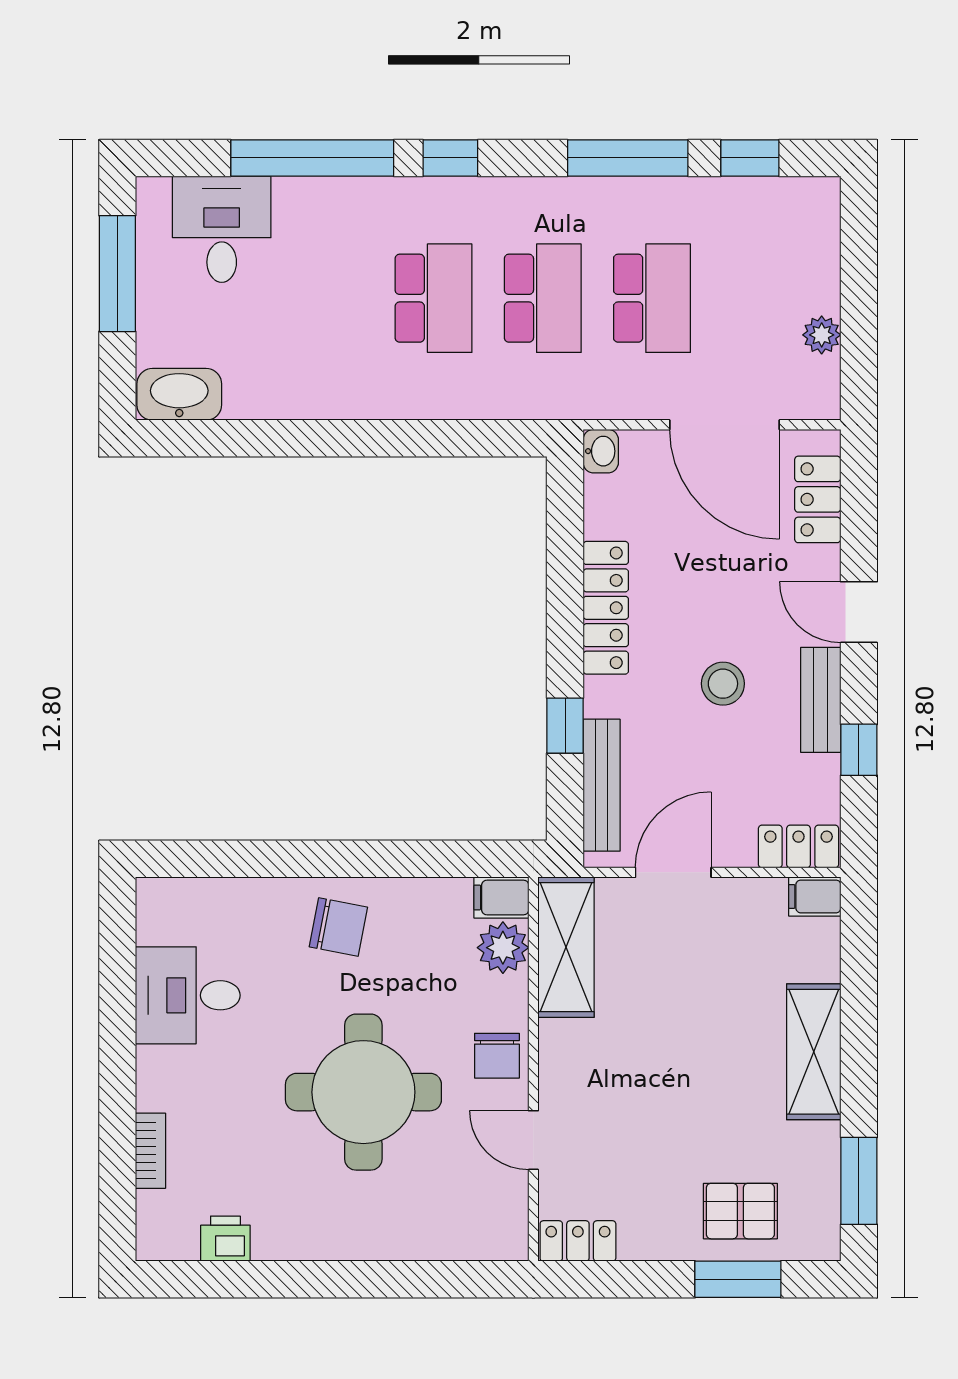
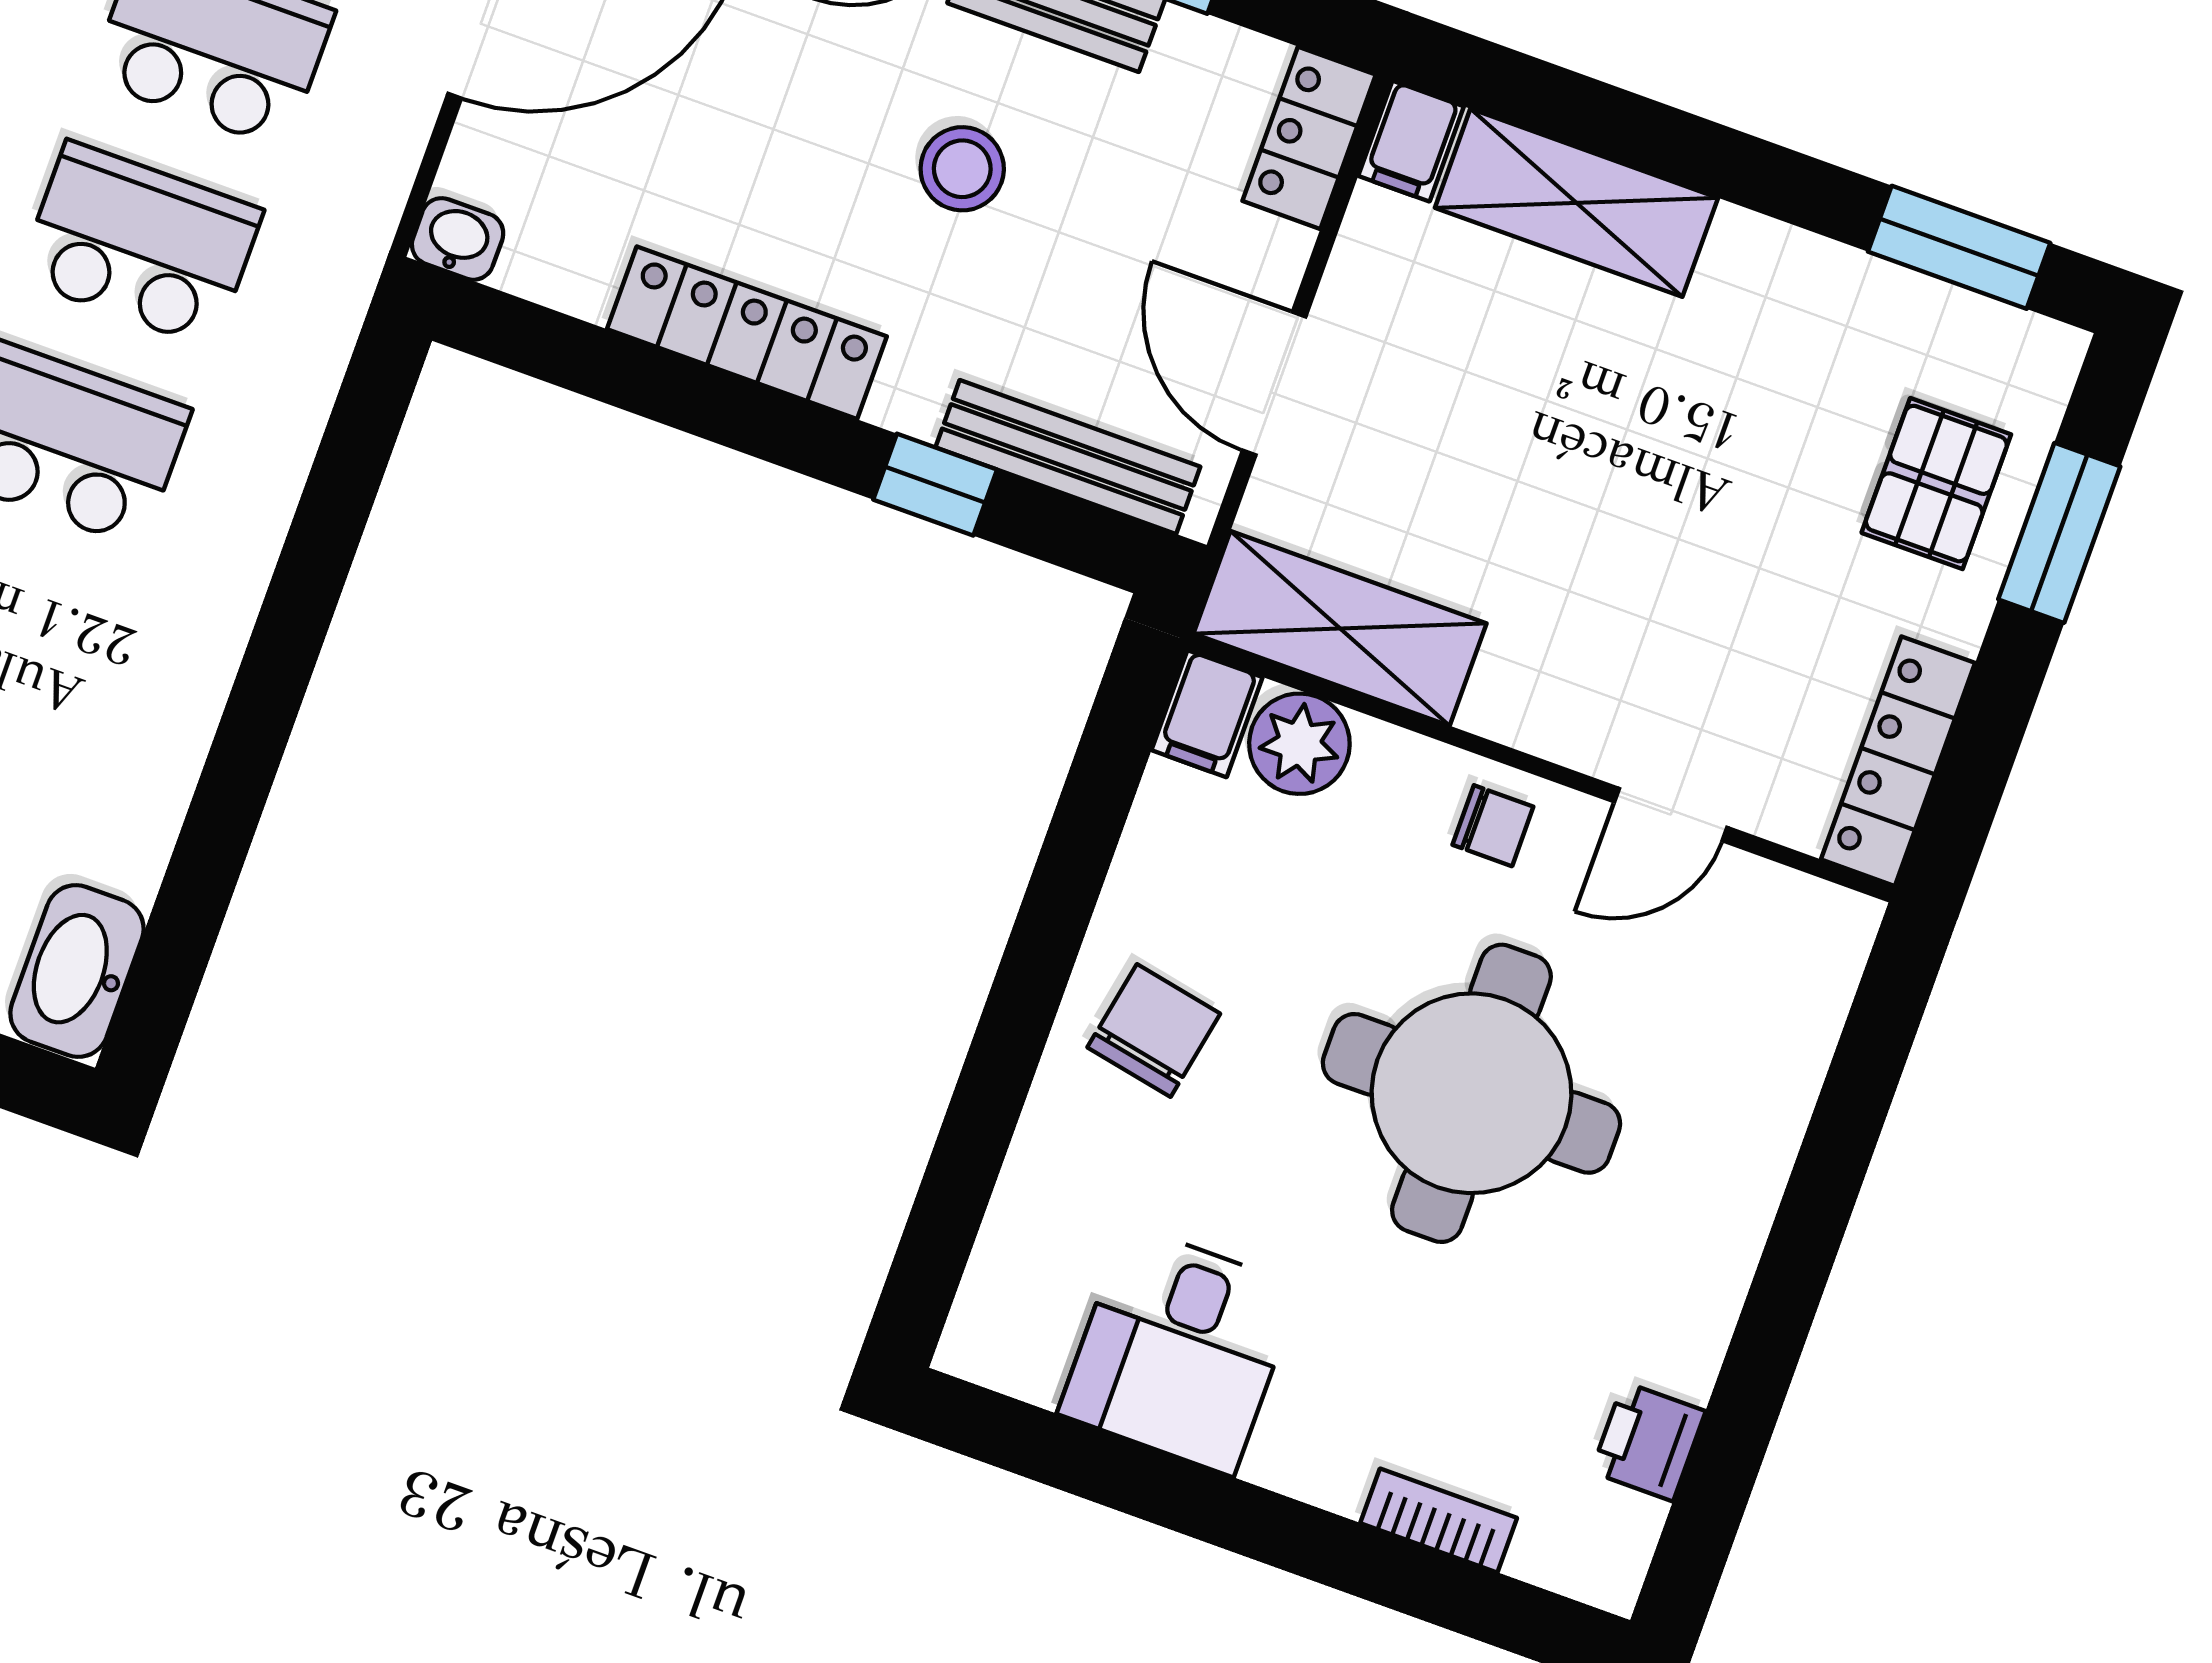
shelving: (814, 1052) -> (1576, 203), moved
chair: (497, 1056) -> (1493, 826), width x0.73, depth x0.73
locker: (578, 1241) -> (1898, 761), width x1.53

